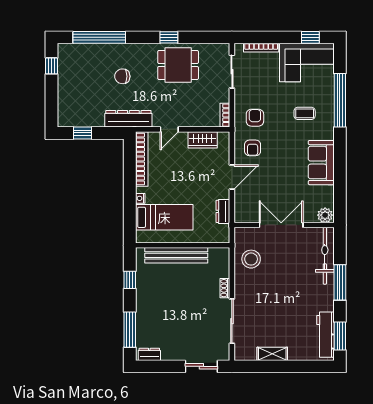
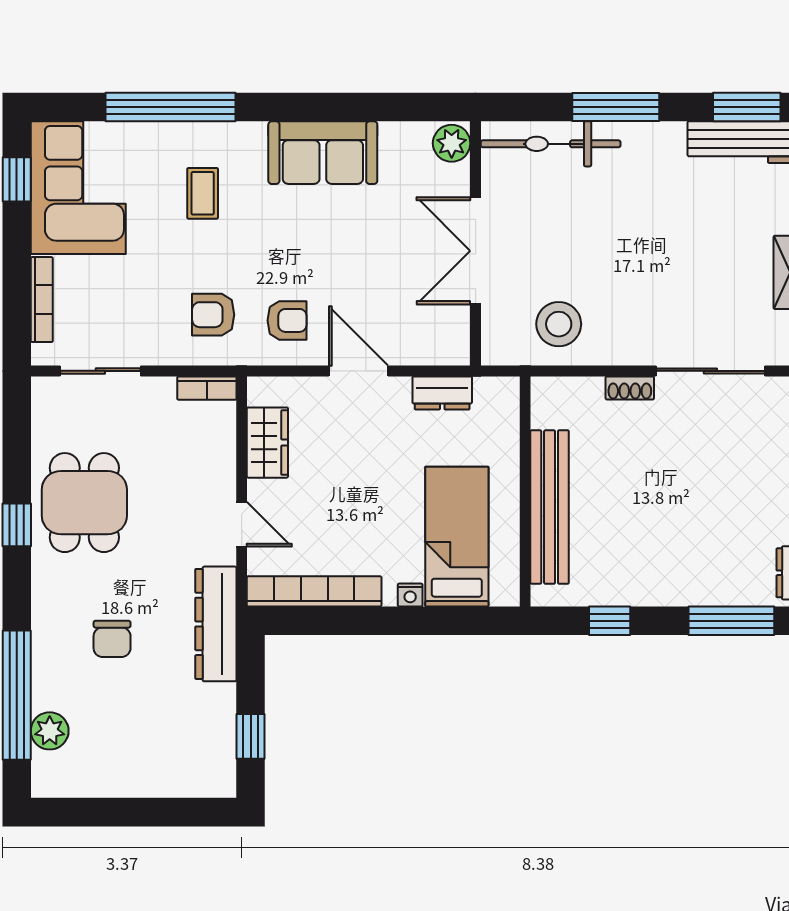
plant: (85, 51) -> (50, 731), added
window: (51, 66) -> (87, 812), removed

